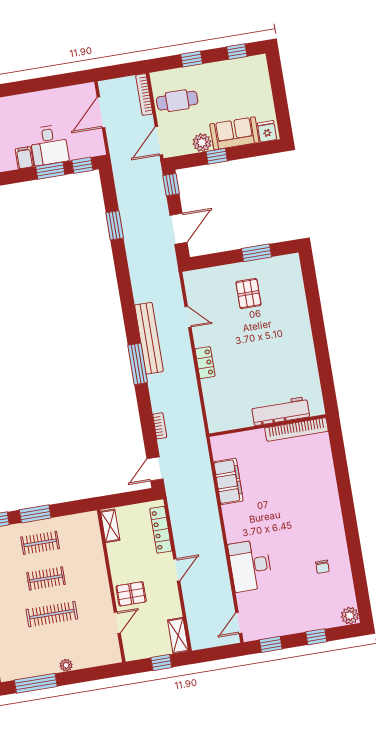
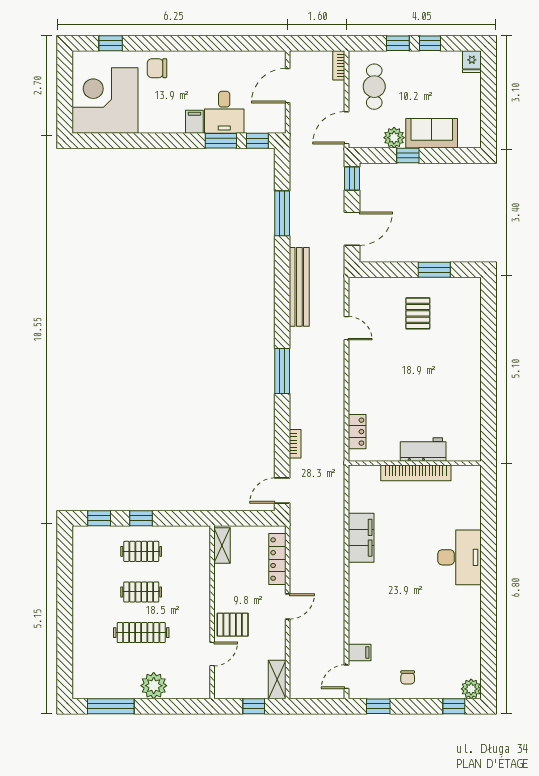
window: (237, 52) -> (430, 43), moved
bookcase: (144, 94) -> (339, 65), width x0.64
cafe table: (177, 101) -> (374, 87), turned 90
fridge: (267, 131) -> (472, 62), moved, turned 180
window: (115, 225) -> (282, 213), width x1.44
bench: (149, 338) -> (299, 287), moved
locker: (205, 363) -> (357, 432), moved
workbench: (280, 411) -> (423, 450), width x0.73
bookcase: (297, 430) -> (416, 473), moved
filing cabinet: (228, 481) -> (361, 538), moved
window: (35, 514) -> (141, 518), width x0.67
desk: (250, 566) -> (459, 557), moved, turned 180
chair: (322, 567) -> (408, 677), moved
filing cabinet: (247, 600) -> (360, 652), added
window: (316, 637) -> (454, 706), moved
plant: (66, 665) -> (154, 686), width x1.87, depth x1.87

